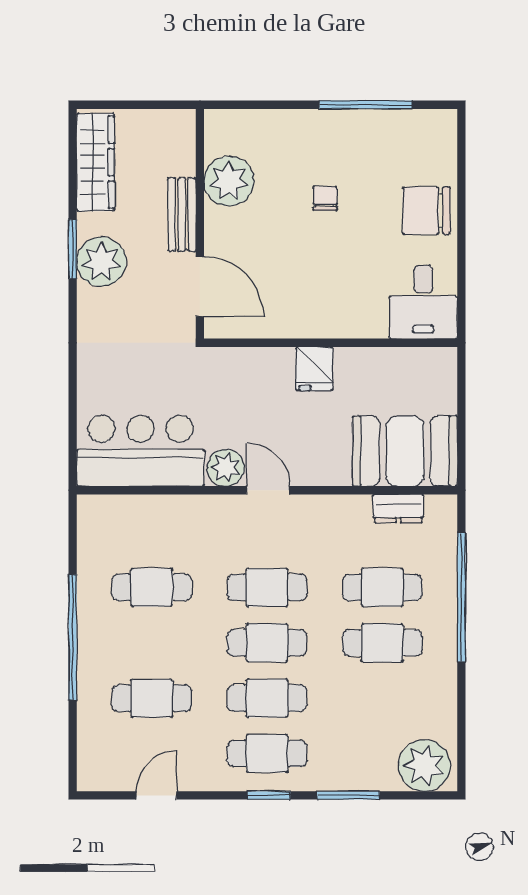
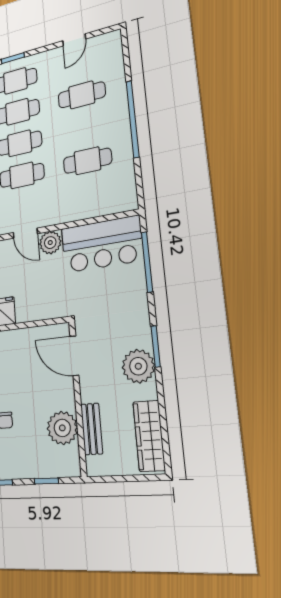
window: (261, 105) -> (46, 481), added
bench: (182, 214) -> (92, 429), moved
window: (73, 249) -> (156, 346), moved
window: (73, 413) -> (147, 262), added

